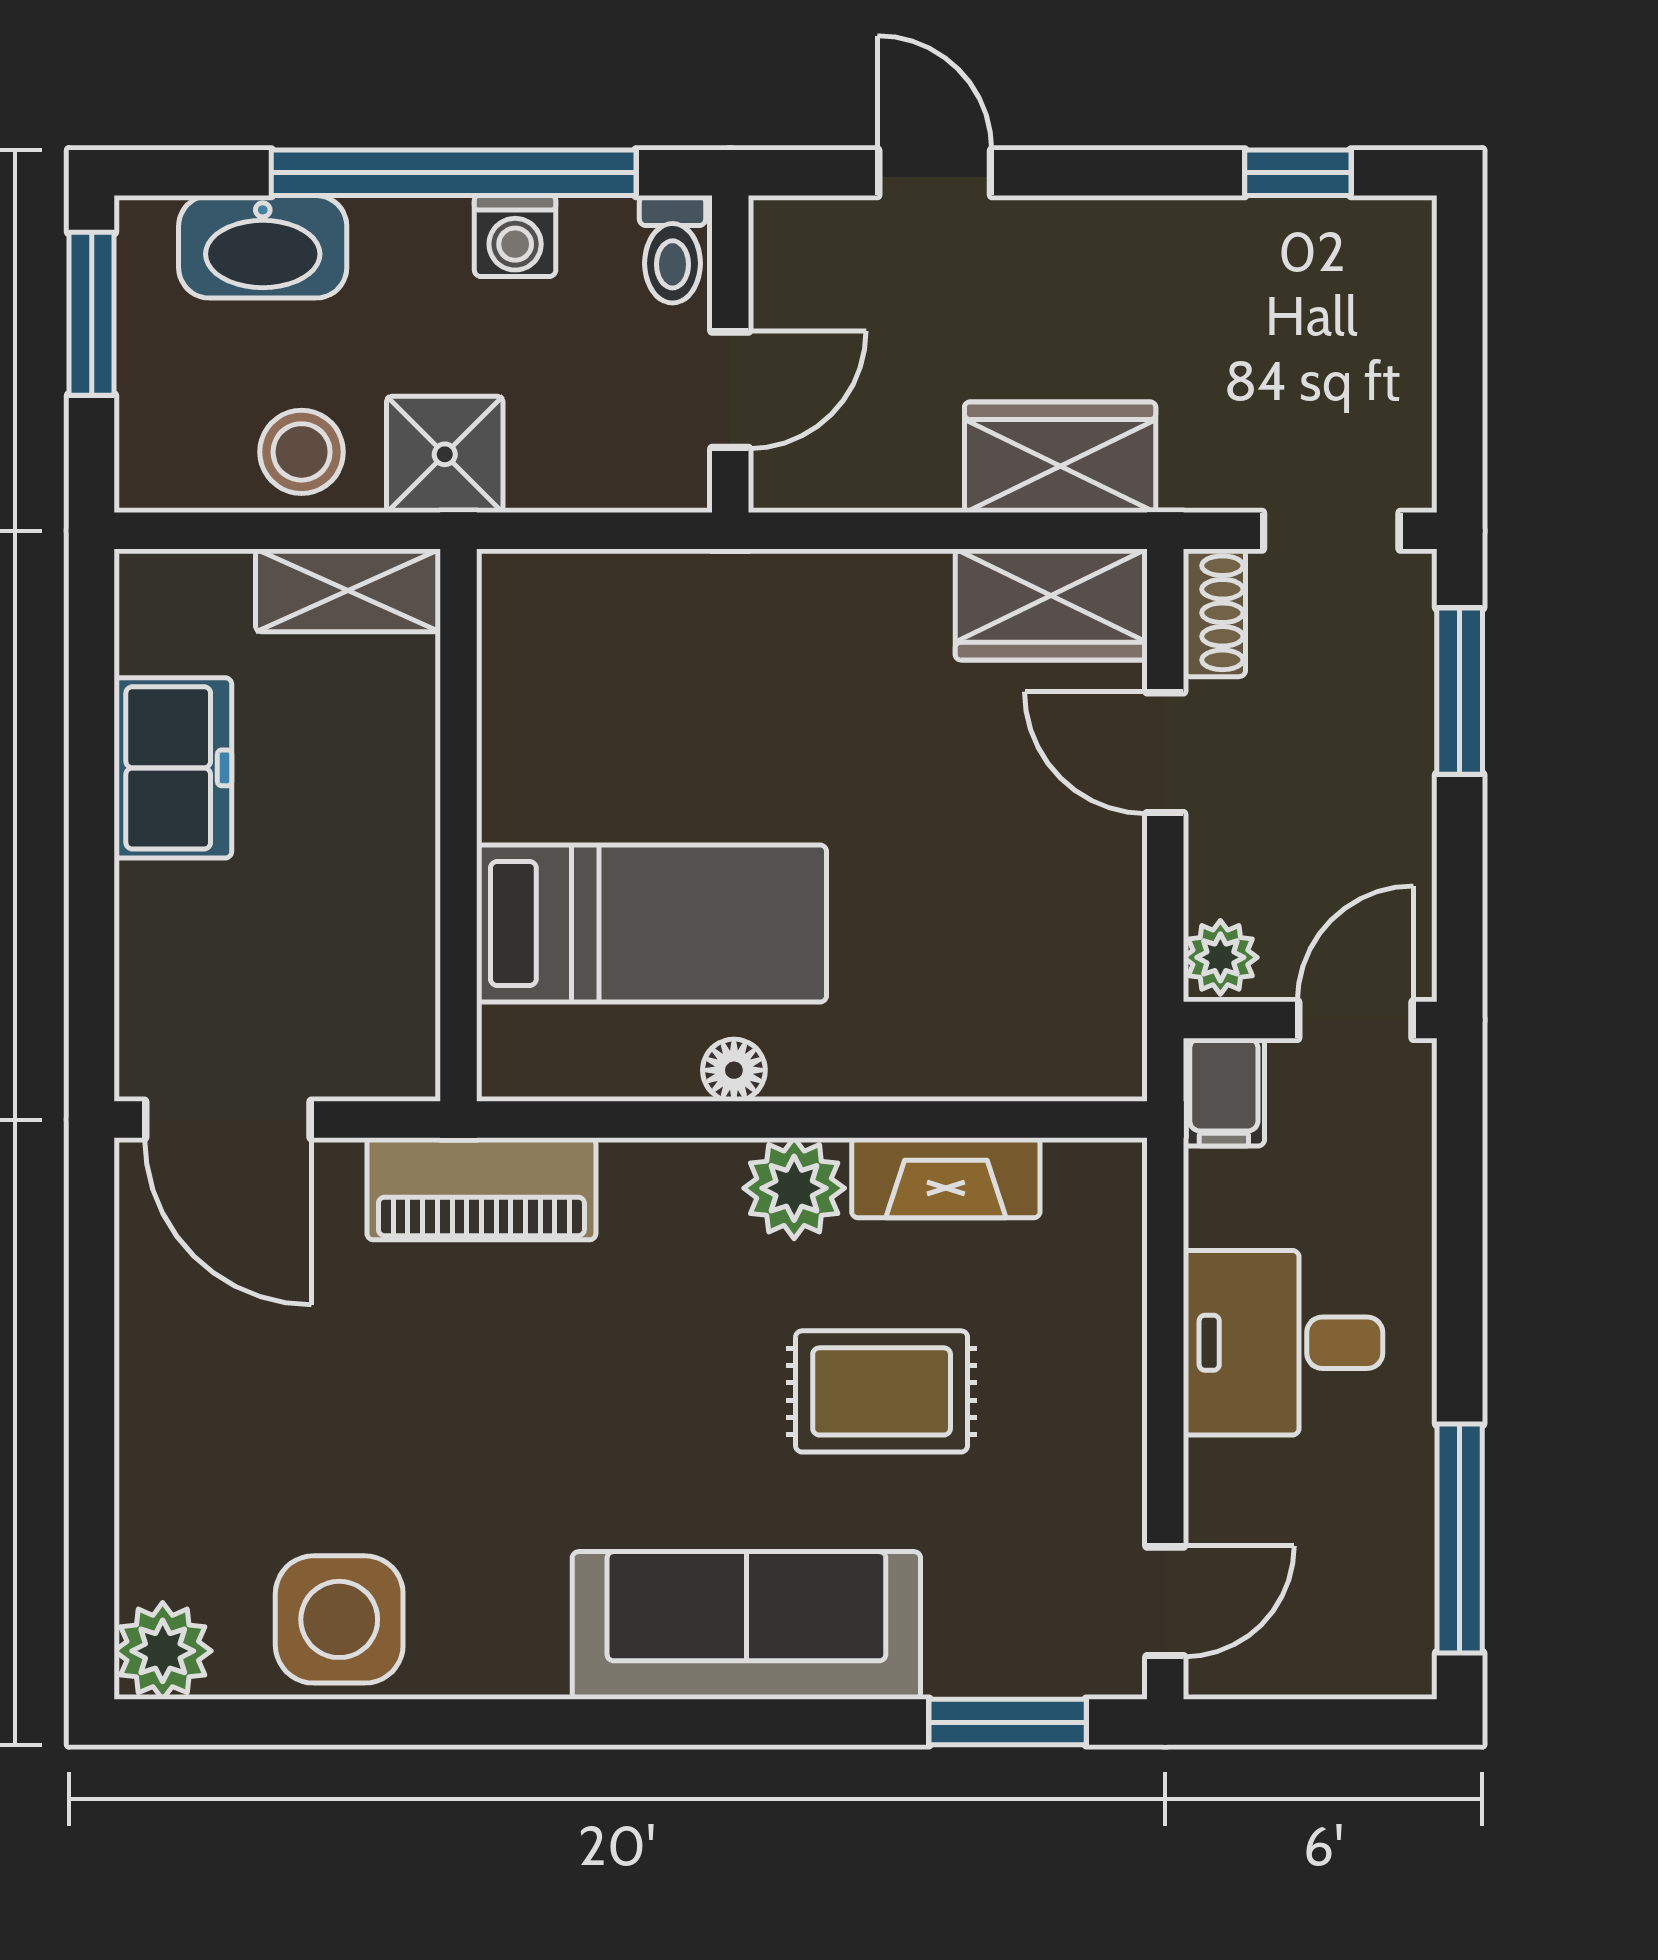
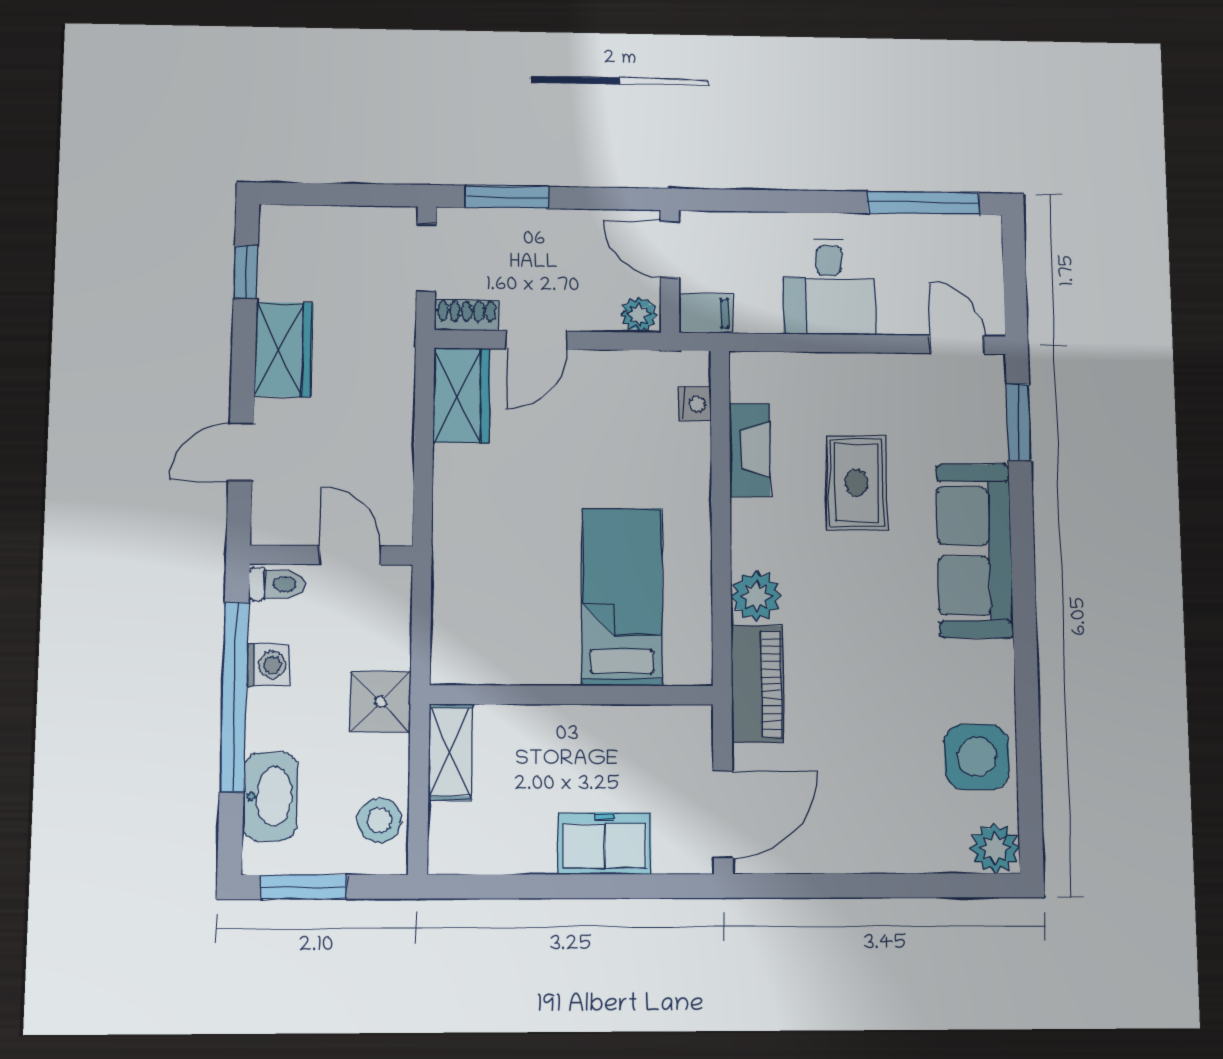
stool: (302, 452) -> (379, 820), moved
wardrobe: (1060, 457) -> (283, 350), moved, turned 180
freezer: (173, 768) -> (605, 843), moved
nightstand: (1038, 1069) -> (695, 404), added
floor lamp: (734, 1070) -> (696, 555), removed
plant: (794, 1188) -> (756, 596), moved

